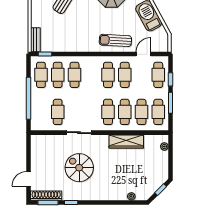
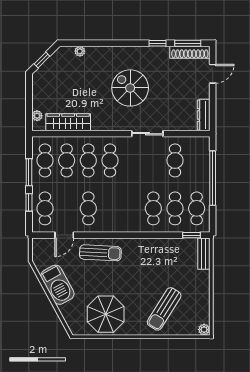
cafe table: (108, 75) -> (110, 208), removed
wardrobe: (126, 141) -> (68, 122), moved
dresser: (36, 147) -> (204, 115), added
spiral stairs: (79, 168) -> (130, 88), moved, turned 180

